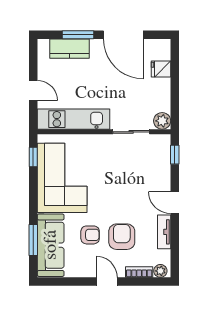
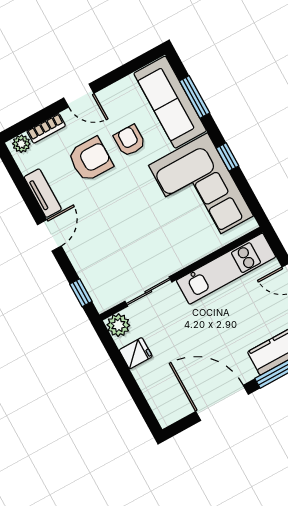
fridge: (161, 69) -> (136, 353), moved
window: (33, 157) -> (228, 157), moved
door: (175, 203) -> (49, 235), hinge flipped
armchair: (90, 235) -> (130, 141), turned 90
armchair: (122, 237) -> (90, 159), turned -90

